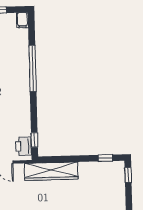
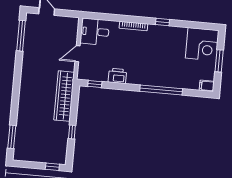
printer: (24, 146) -> (117, 76), moved
window: (106, 158) -> (72, 132), moved

